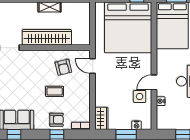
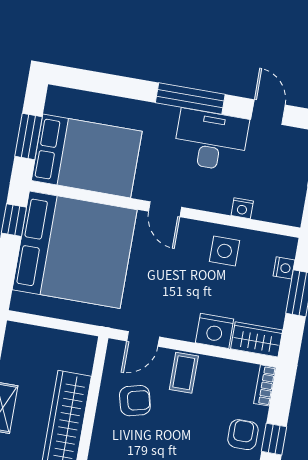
door: (154, 82) -> (165, 209), moved
coffee table: (55, 91) -> (184, 373), moved
nightstand: (102, 98) -> (215, 331), added

